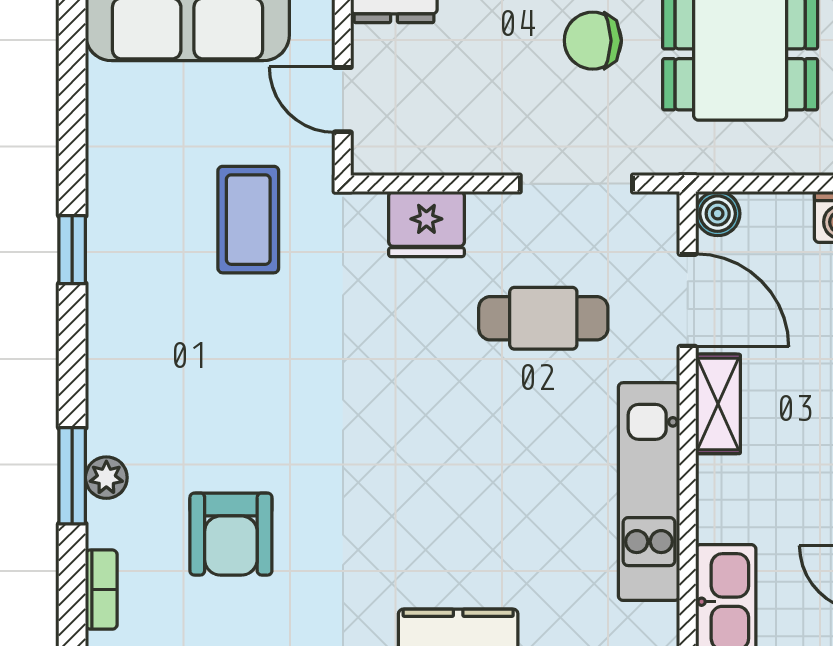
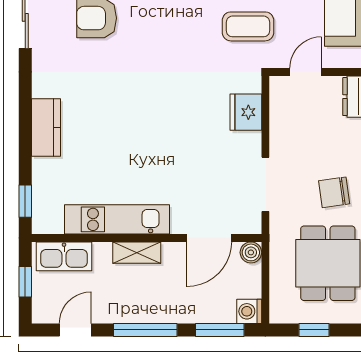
chair: (593, 41) -> (334, 192), turned -98
cafe table: (543, 318) -> (200, 169), removed
shelving: (718, 404) -> (137, 253), moved

